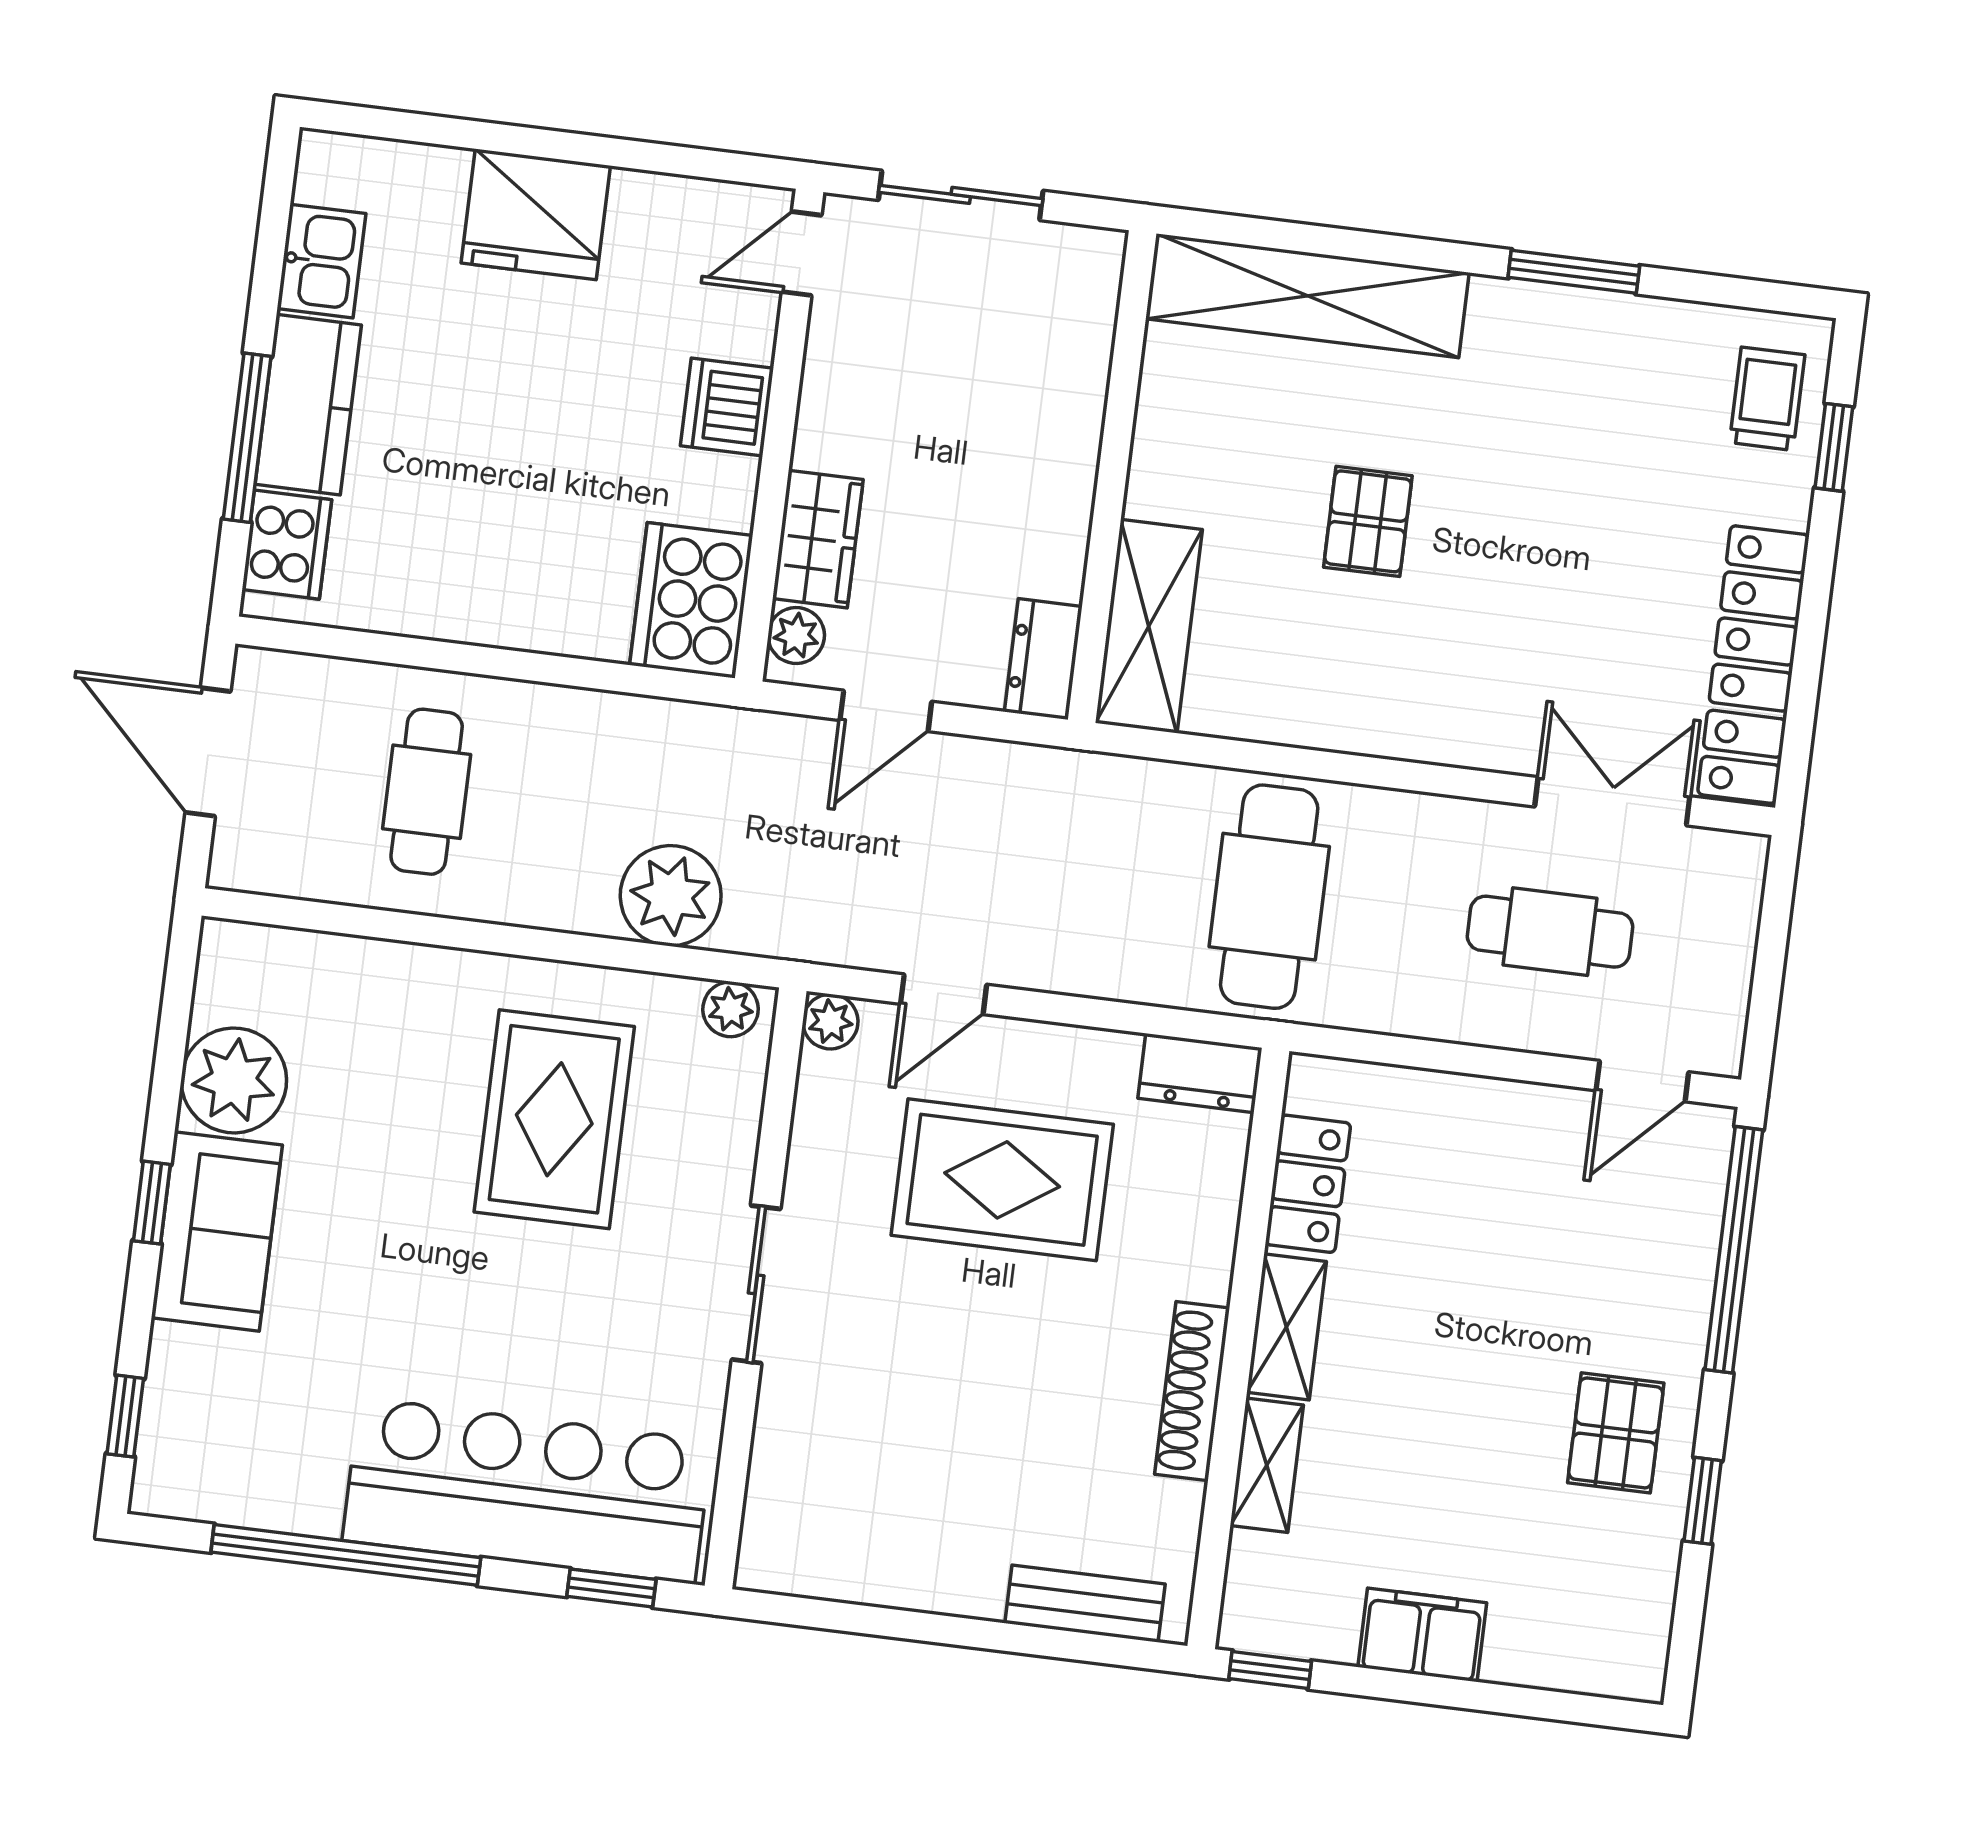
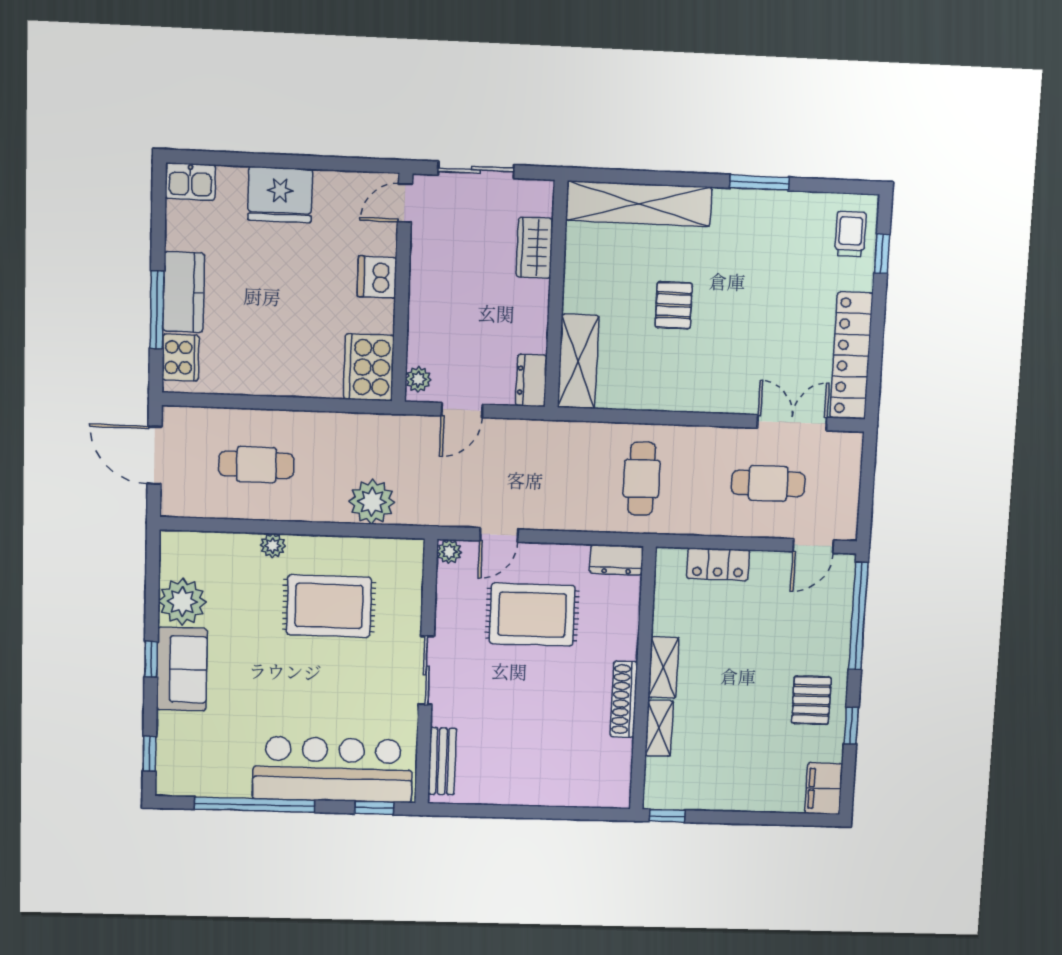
kitchen sink: (321, 261) -> (190, 182), moved, turned 90
wardrobe: (818, 539) -> (535, 248), moved, turned 180
cafe table: (427, 792) -> (256, 465), turned 90
cafe table: (1269, 897) -> (642, 479), width x0.73, depth x0.74
plant: (731, 1009) -> (273, 546), moved
rug: (554, 1119) -> (329, 606), turned 90
locker: (1308, 1184) -> (718, 564), moved, turned 90
bench: (1085, 1604) -> (442, 761), moved, turned 90
filing cabinet: (1422, 1635) -> (824, 789), moved, turned -90

